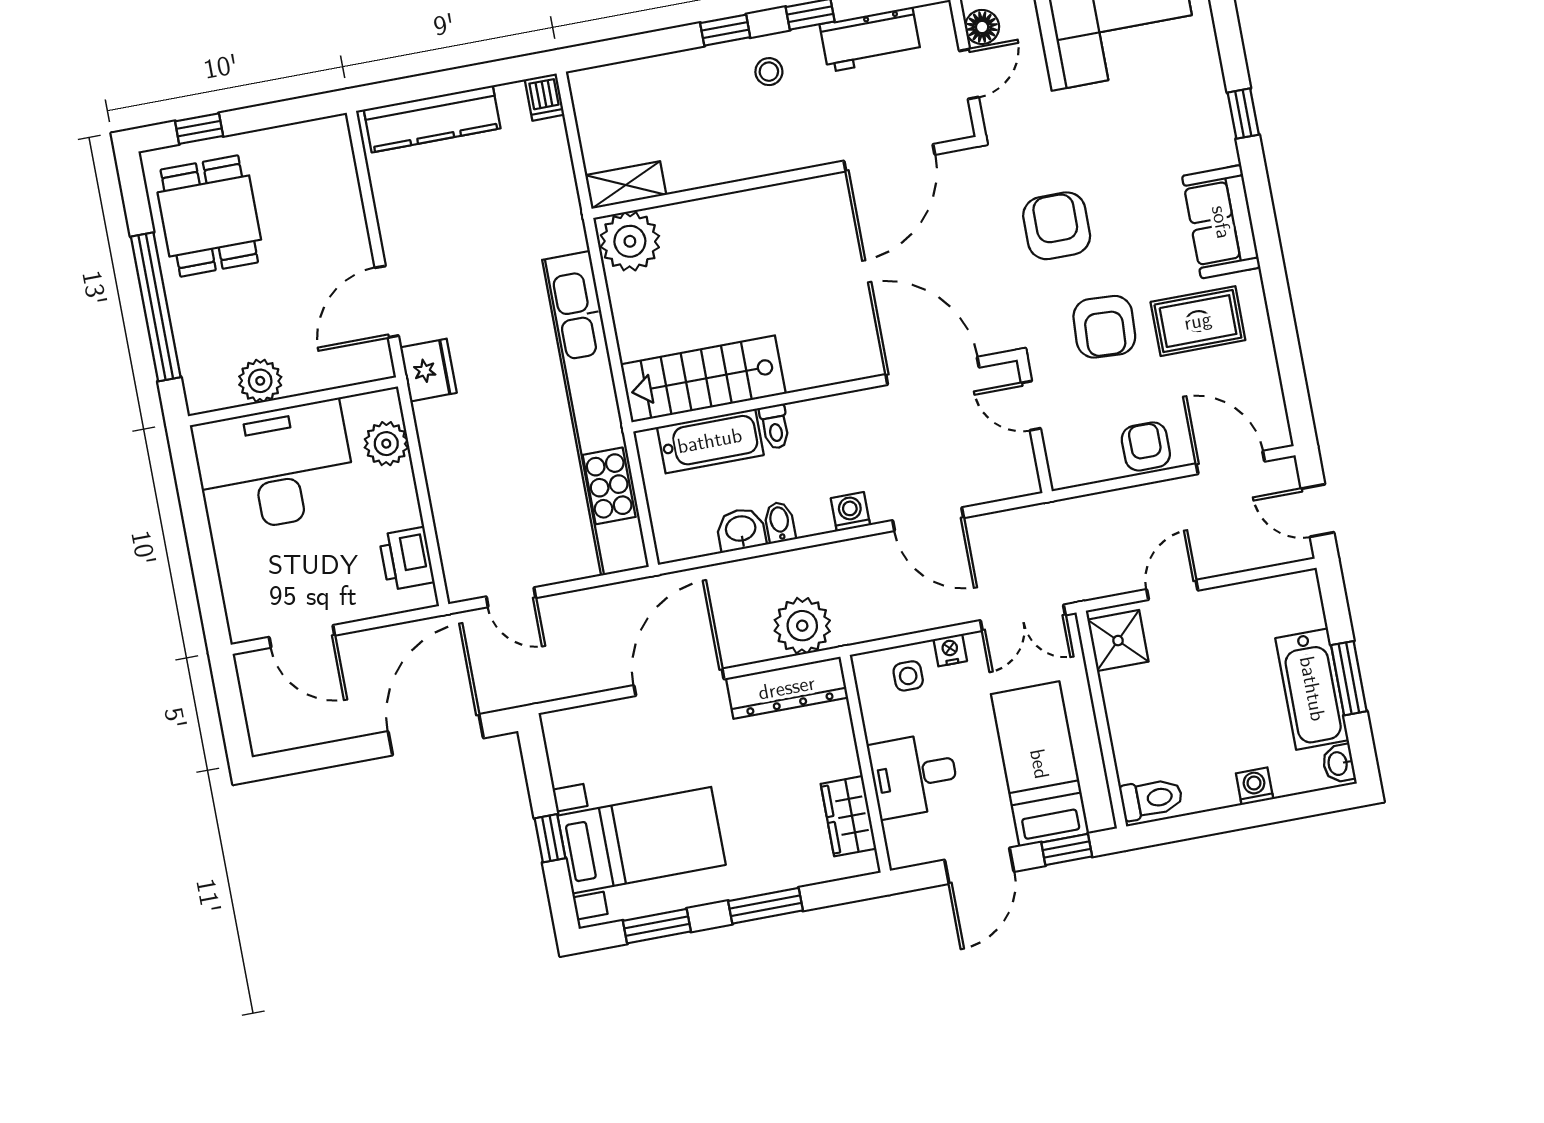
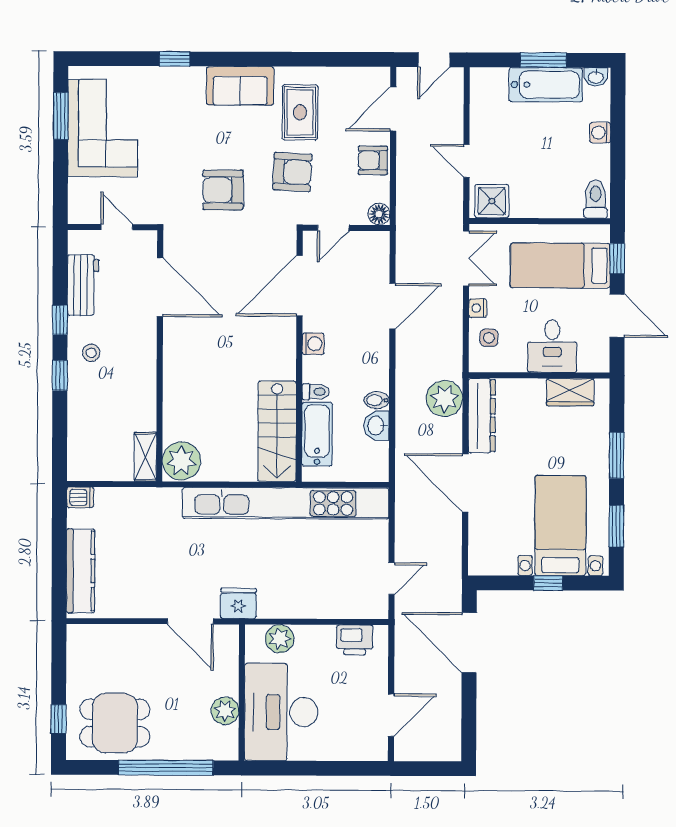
floor lamp: (982, 27) -> (379, 214), moved
washing machine: (850, 512) -> (313, 344), moved, turned 180

